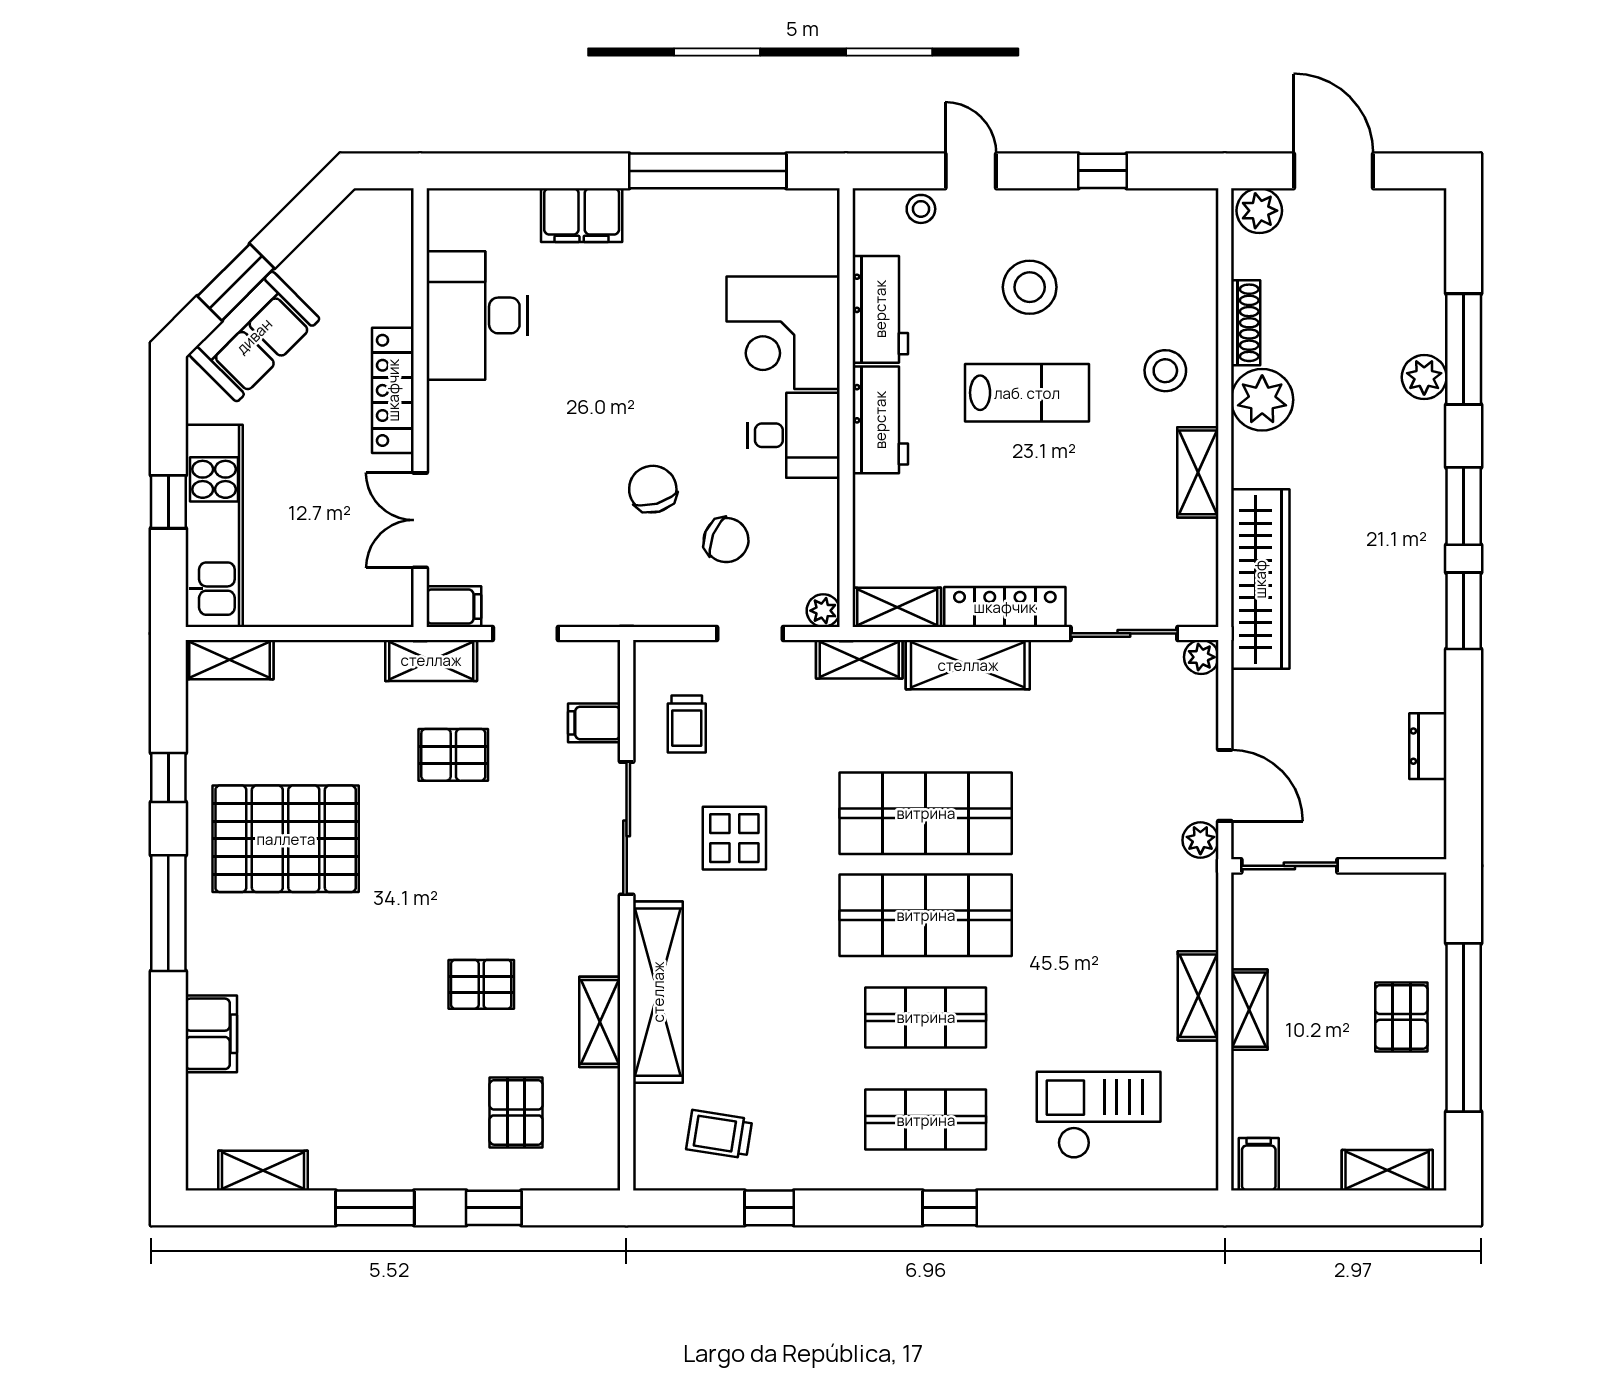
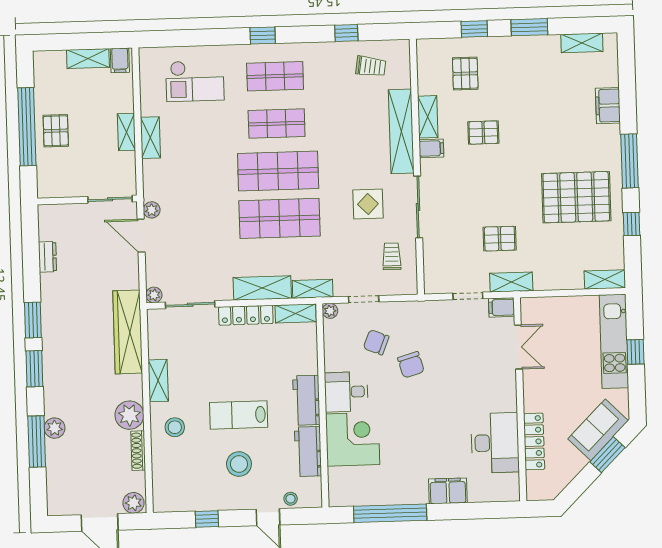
locker: (393, 390) -> (534, 441), moved
filing cabinet: (594, 723) -> (431, 148), moved
shelving: (1387, 1170) -> (88, 59), moved

